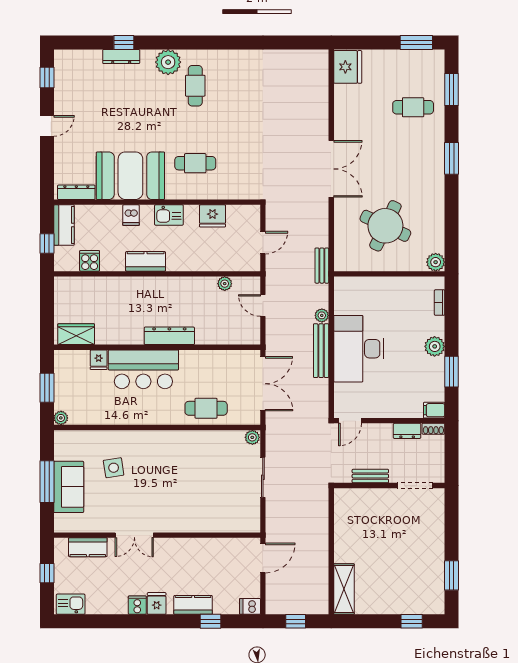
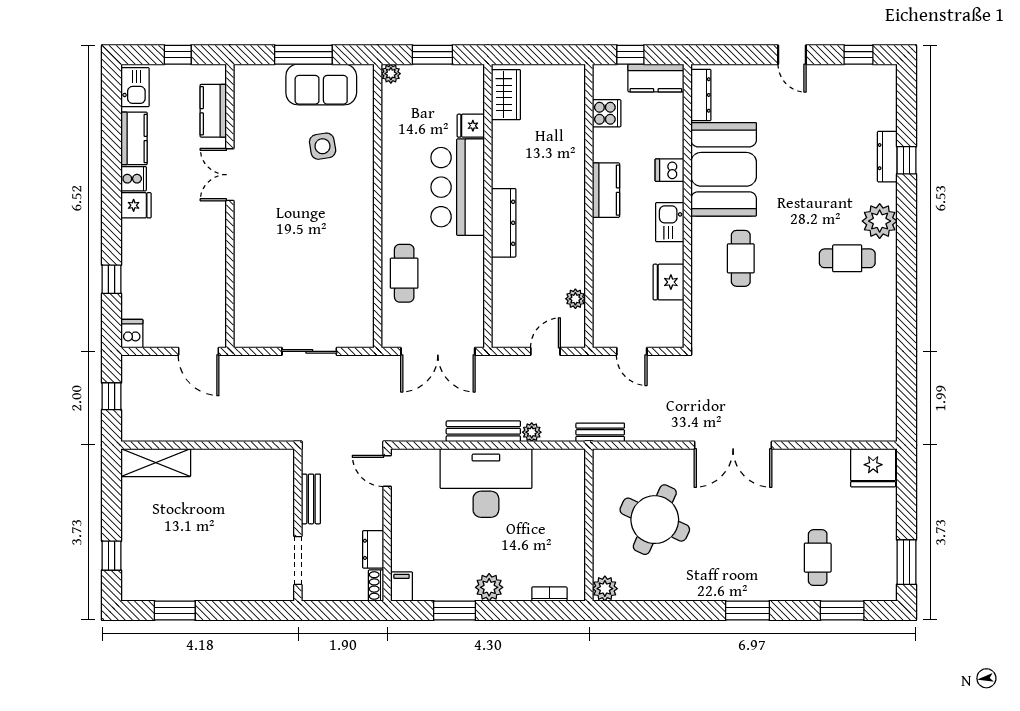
plant: (252, 437) -> (364, 337), removed
sofa: (69, 487) -> (321, 84), moved
kitchen counter: (193, 605) -> (134, 138), moved

